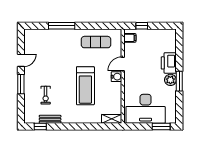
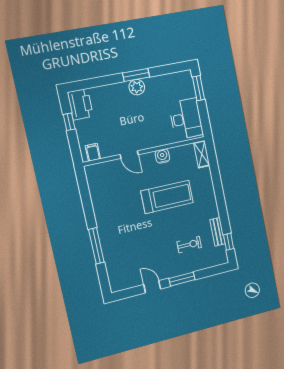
window: (142, 26) -> (69, 122), moved
exercise mat: (96, 42) -> (108, 196), removed
printer: (169, 63) -> (80, 104), moved, turned -90
water cooler: (116, 77) -> (162, 156), moved
desk: (146, 109) -> (186, 119), width x0.73, depth x0.77

